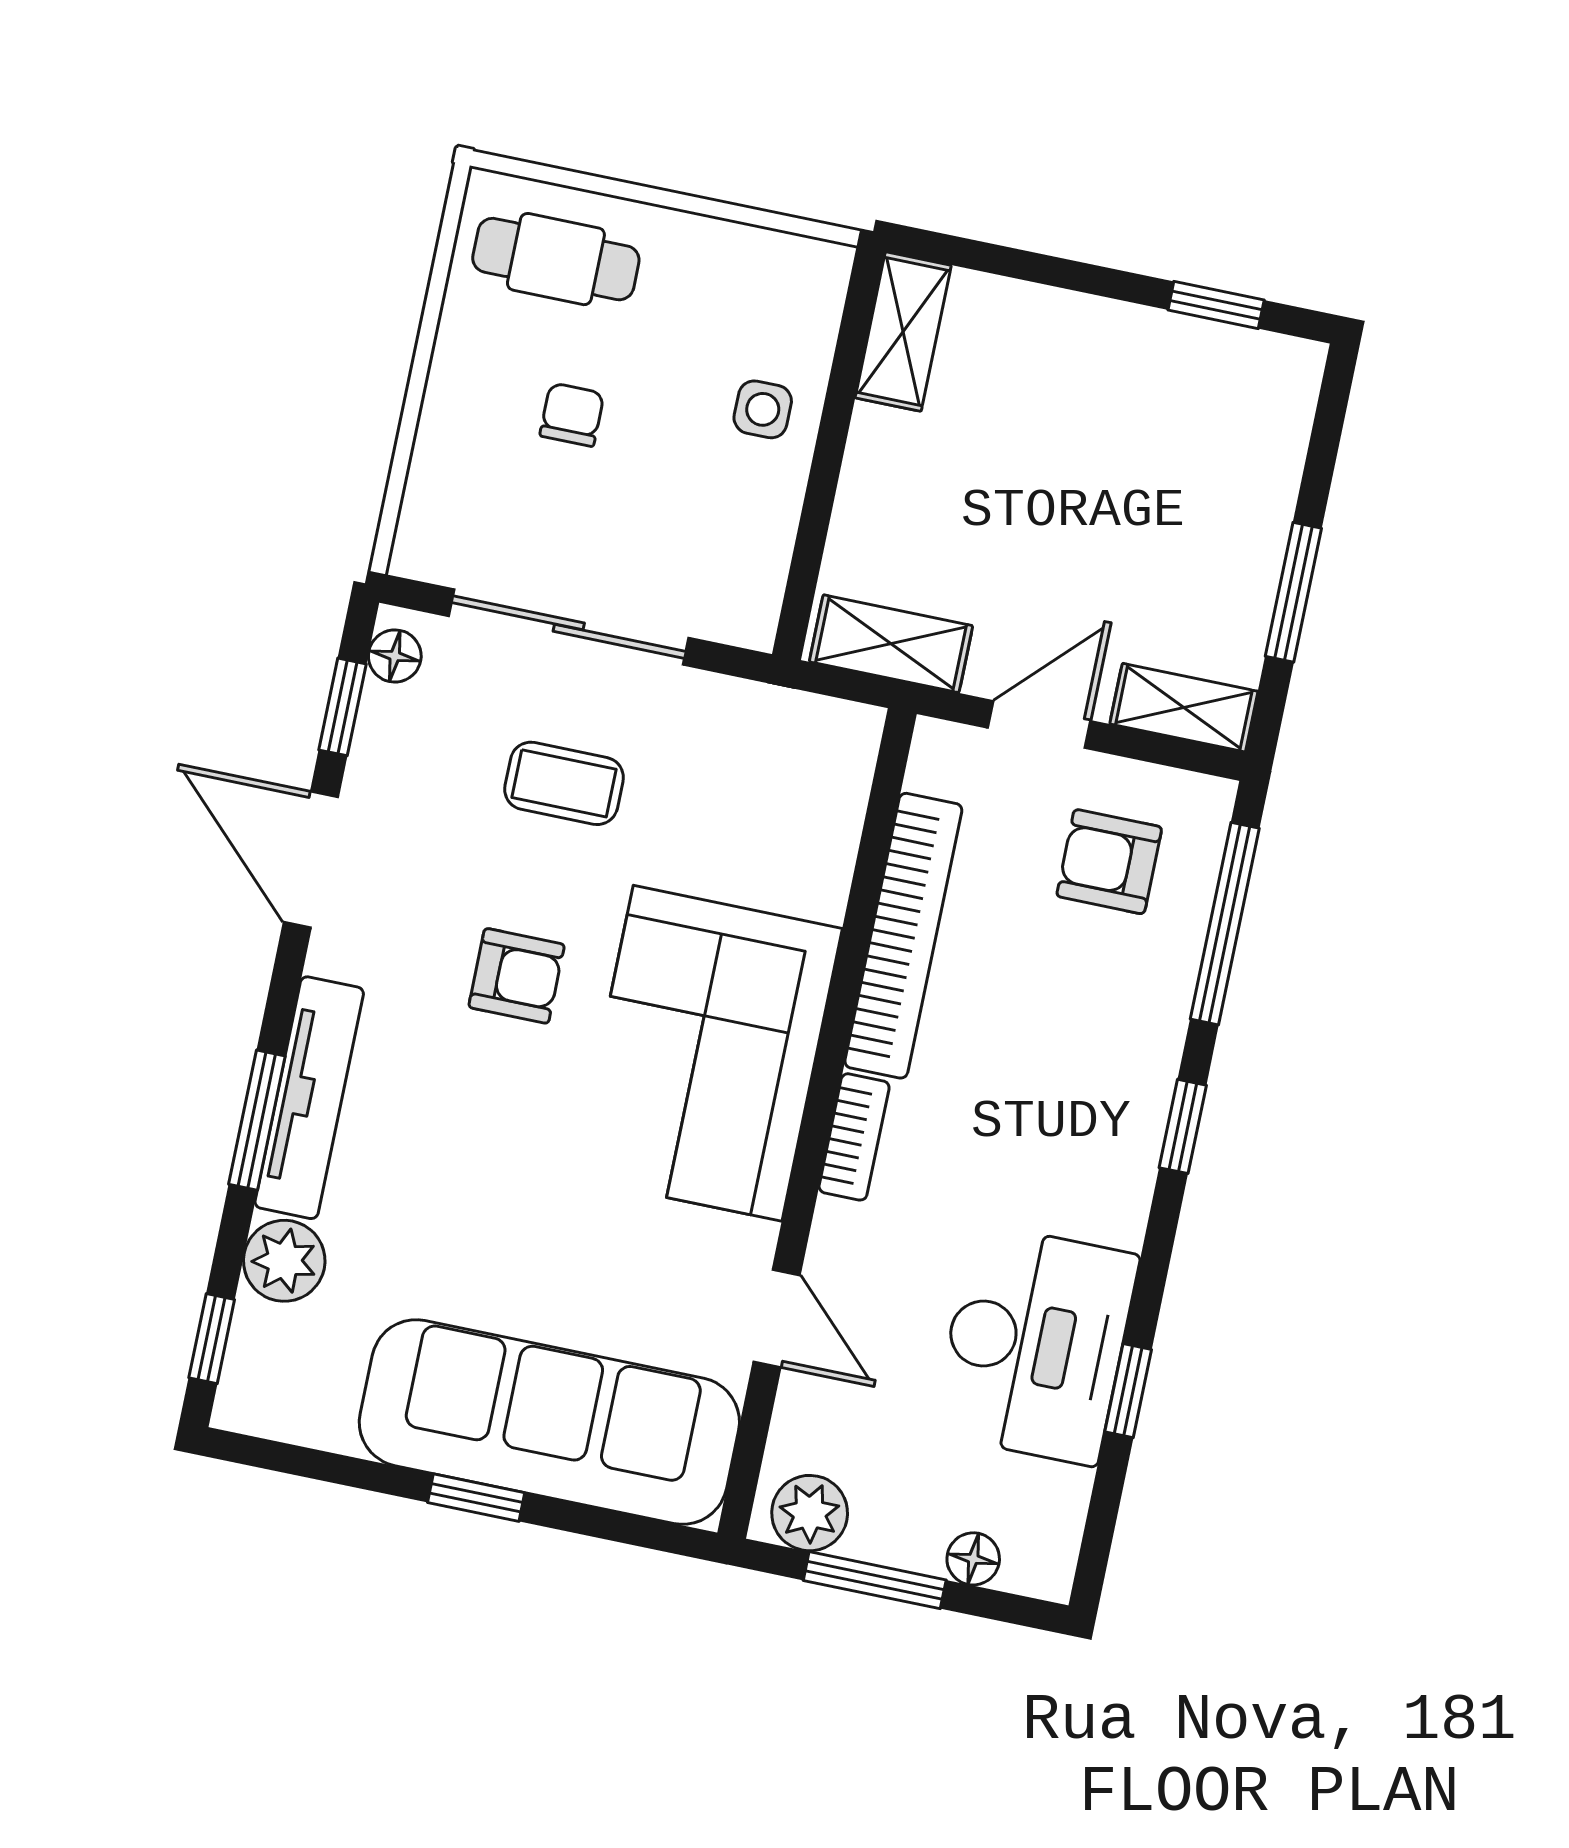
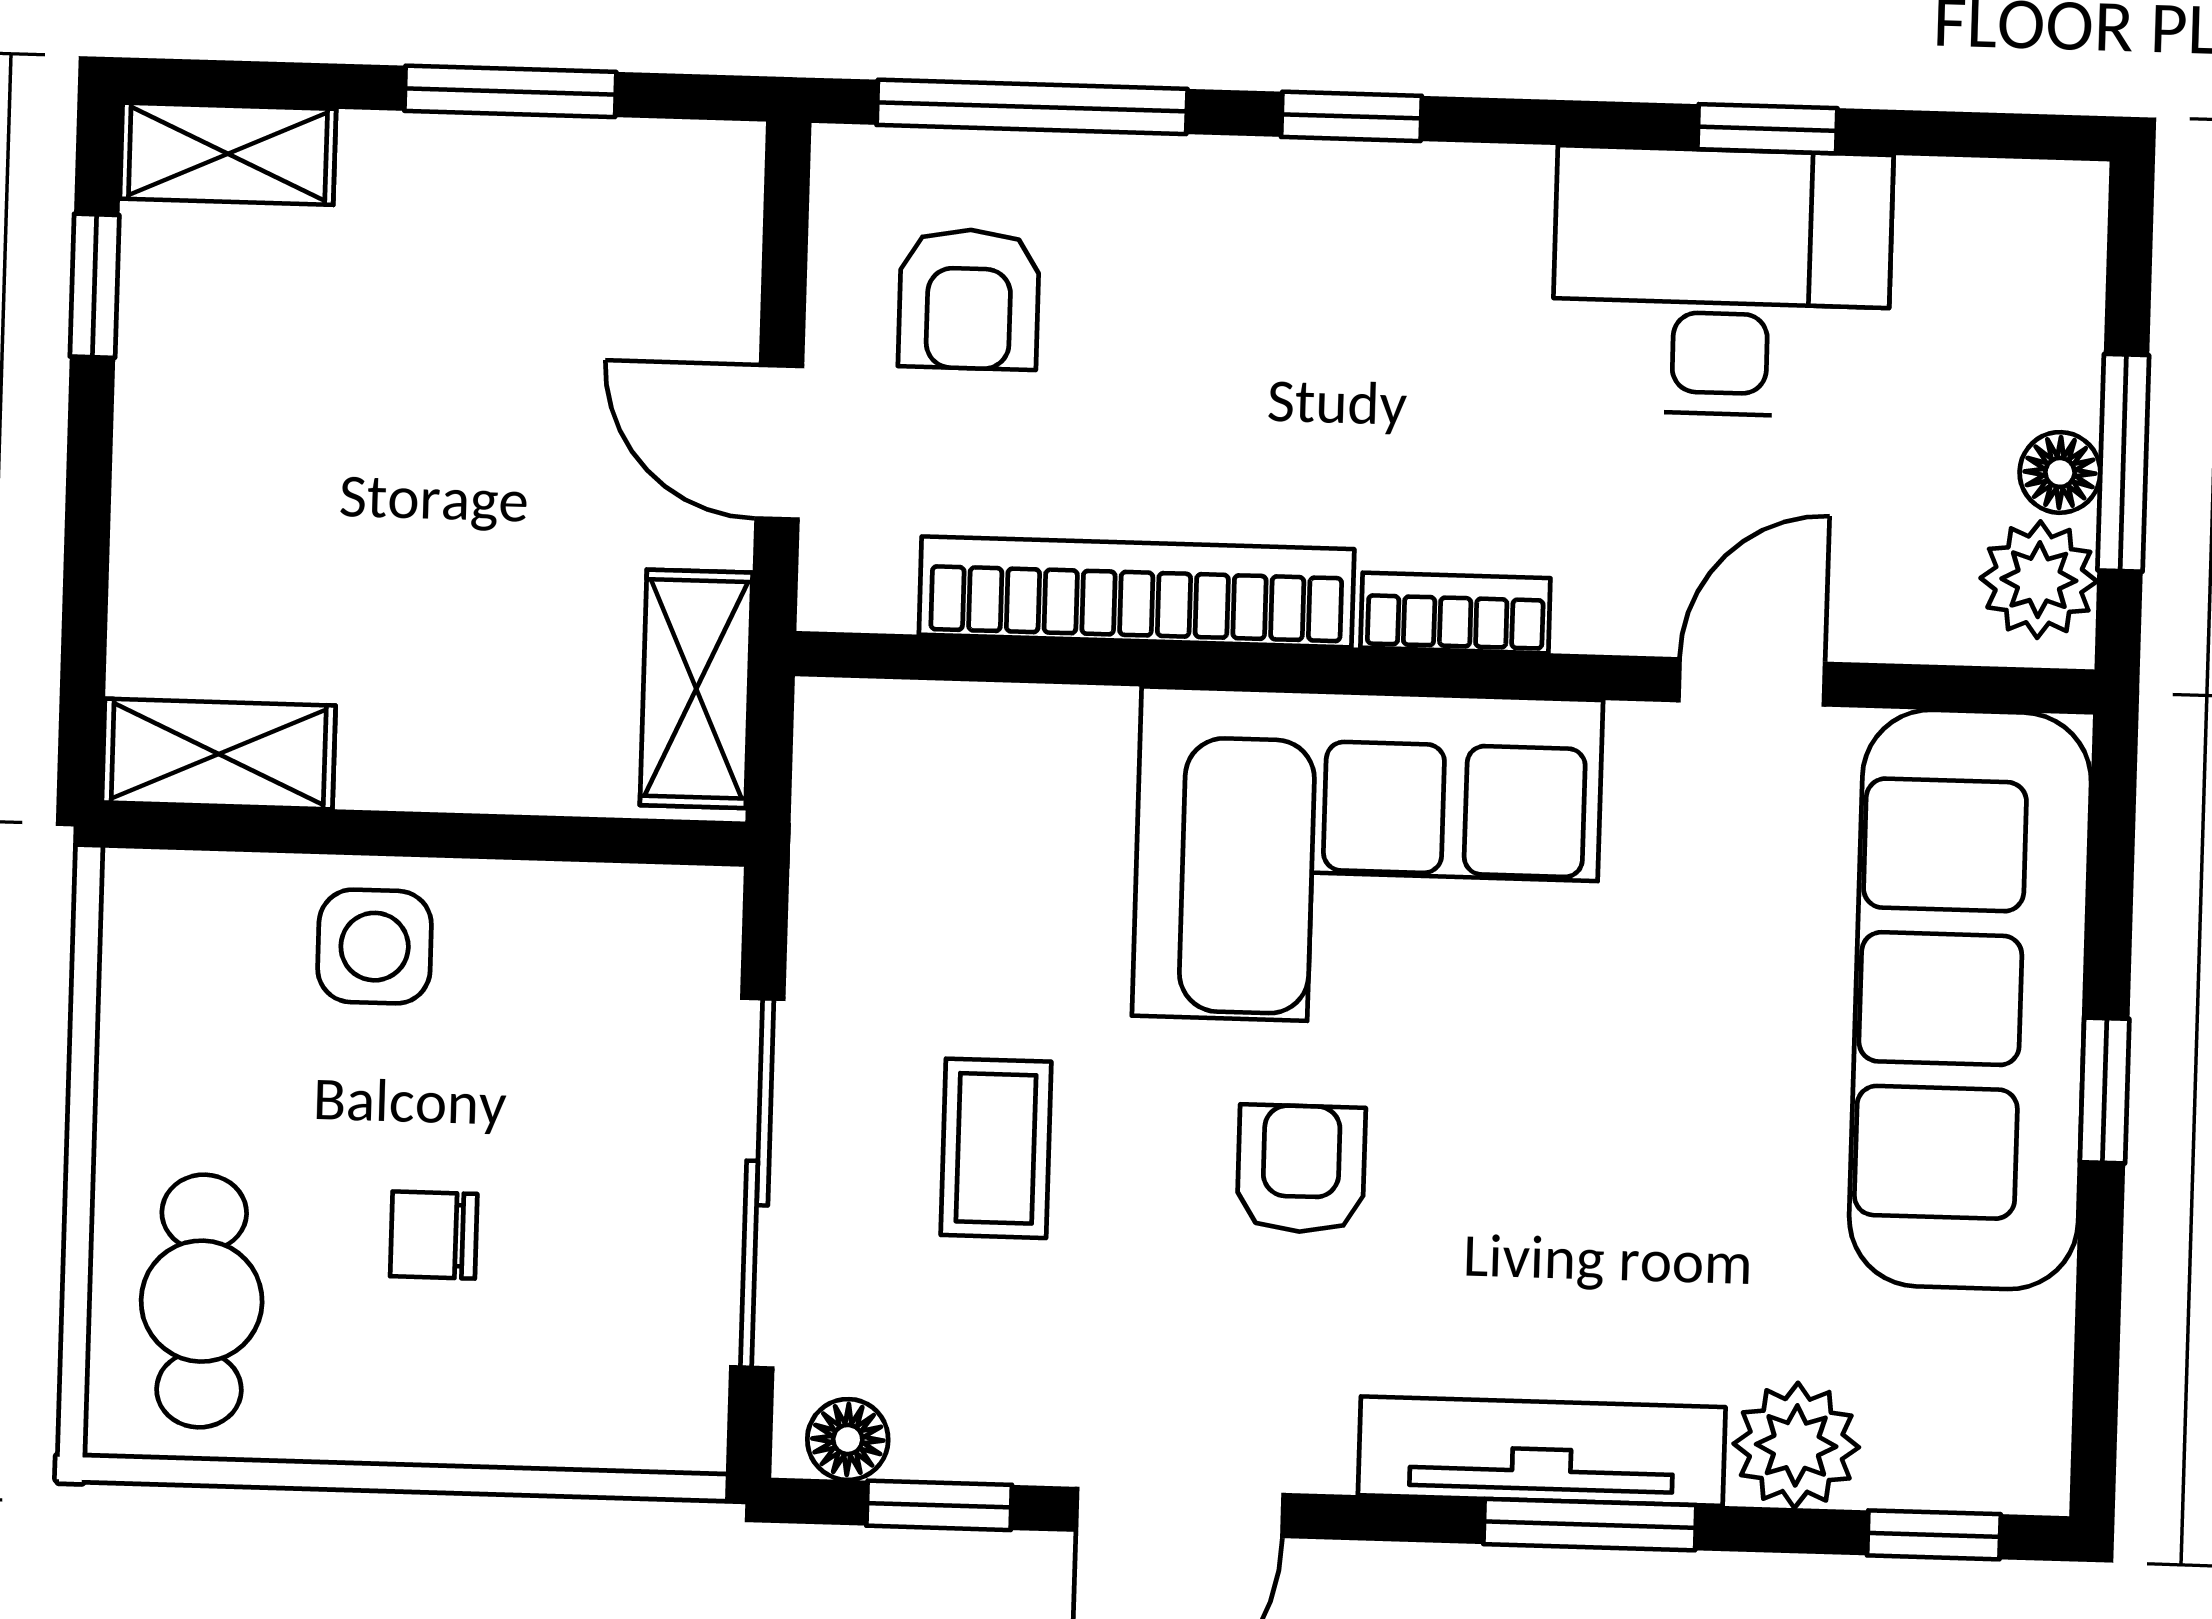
side table: (763, 409) -> (375, 947), width x1.37, depth x1.37
shelving: (1184, 708) -> (228, 154), moved, turned 90
floor lamp: (973, 1559) -> (2060, 472), moved

